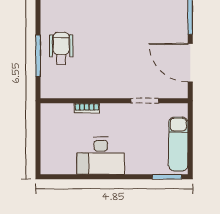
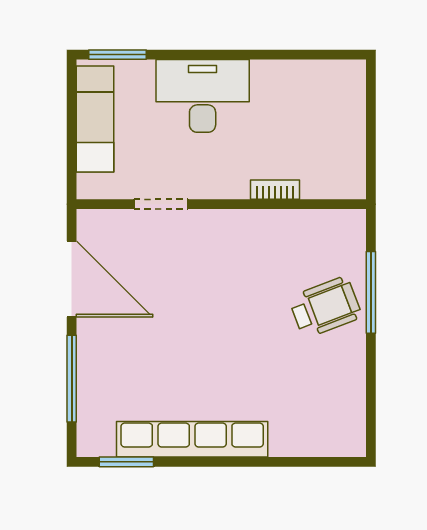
wheelchair: (61, 48) -> (325, 307), turned -111
desk: (101, 156) -> (203, 96), moved

